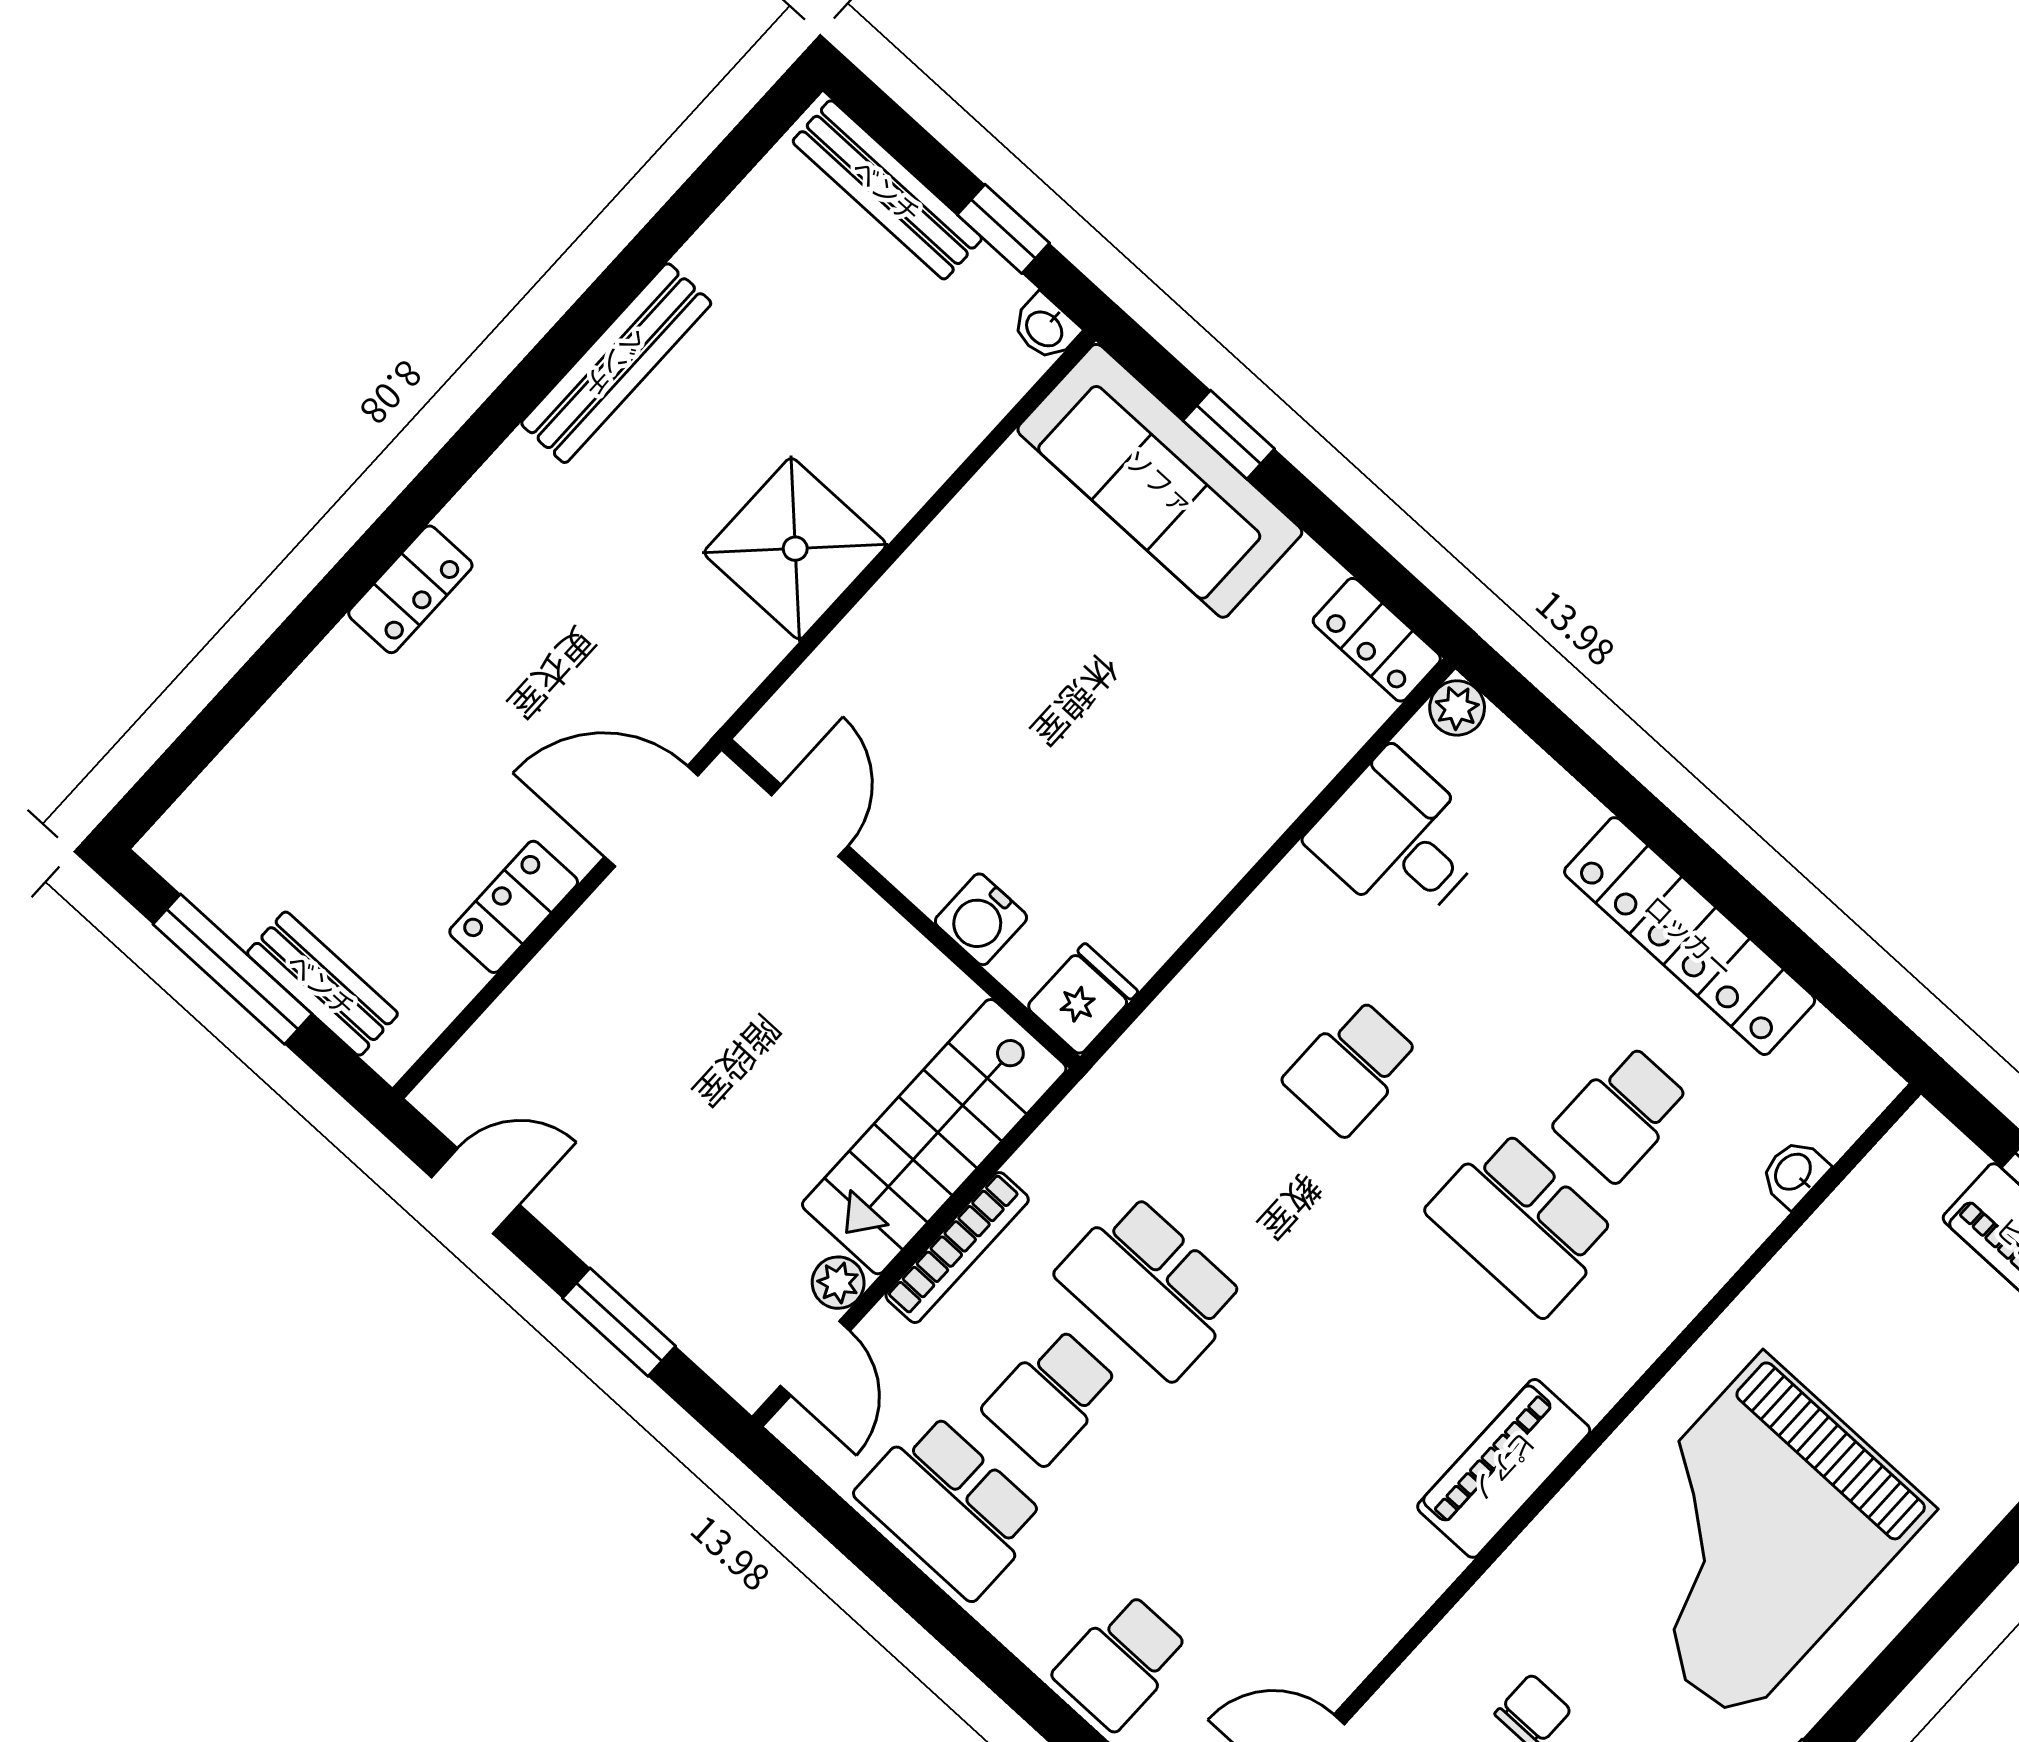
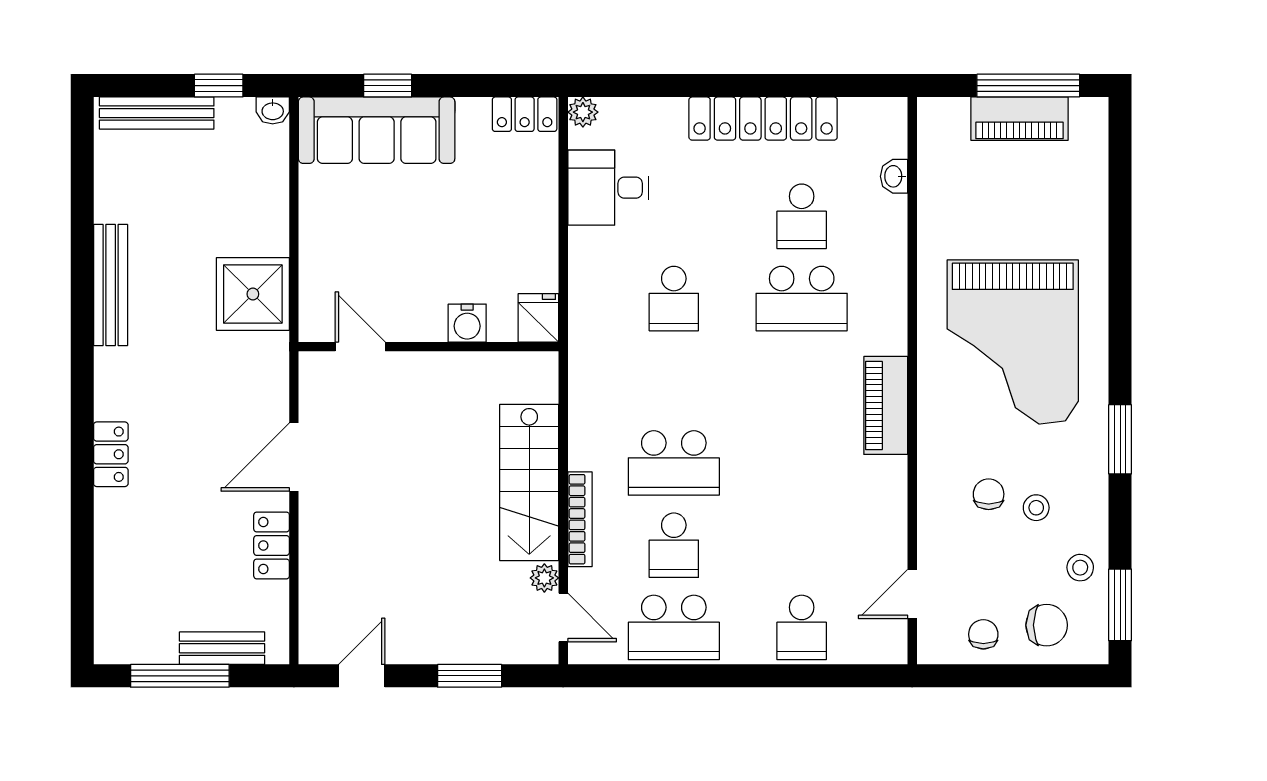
door: (810, 821) -> (360, 347), moved
wall: (901, 904) -> (429, 347), moved
water cooler: (981, 919) -> (467, 323), moved
fridge: (1082, 999) -> (538, 318), moved

